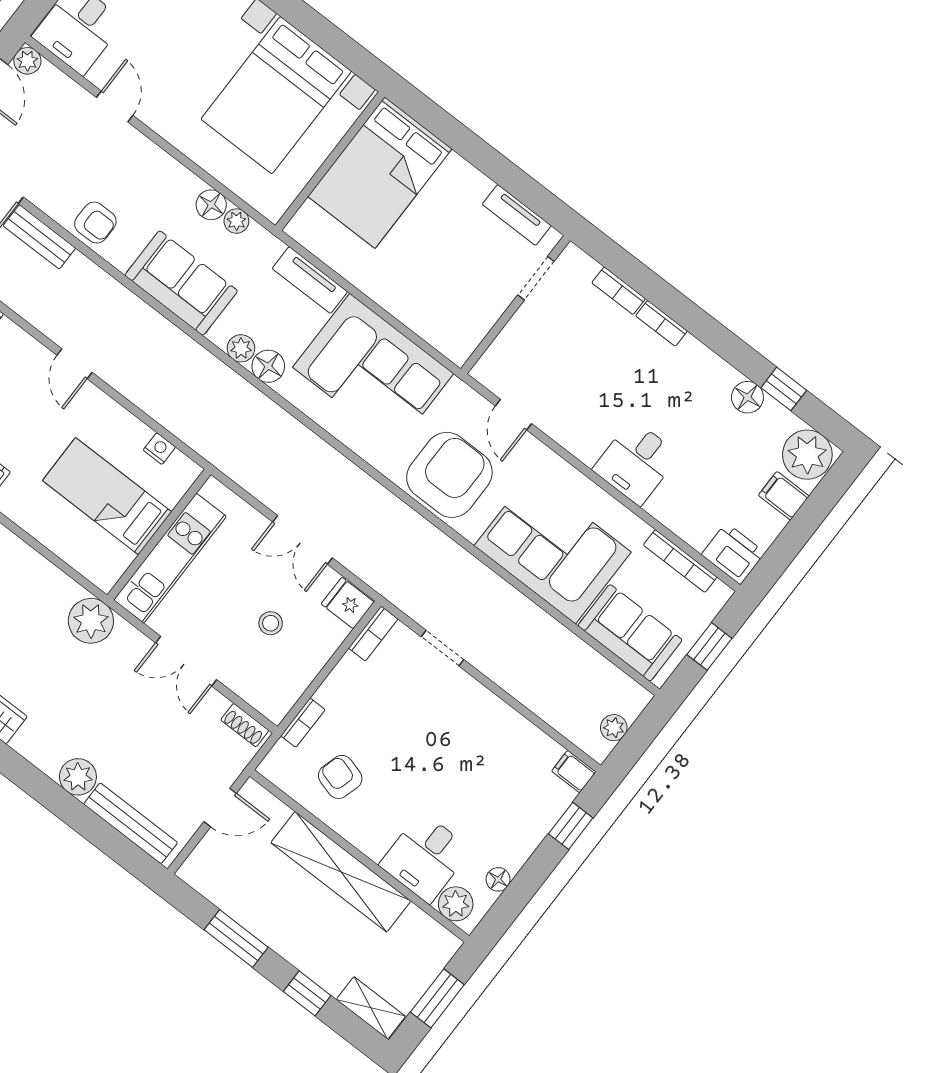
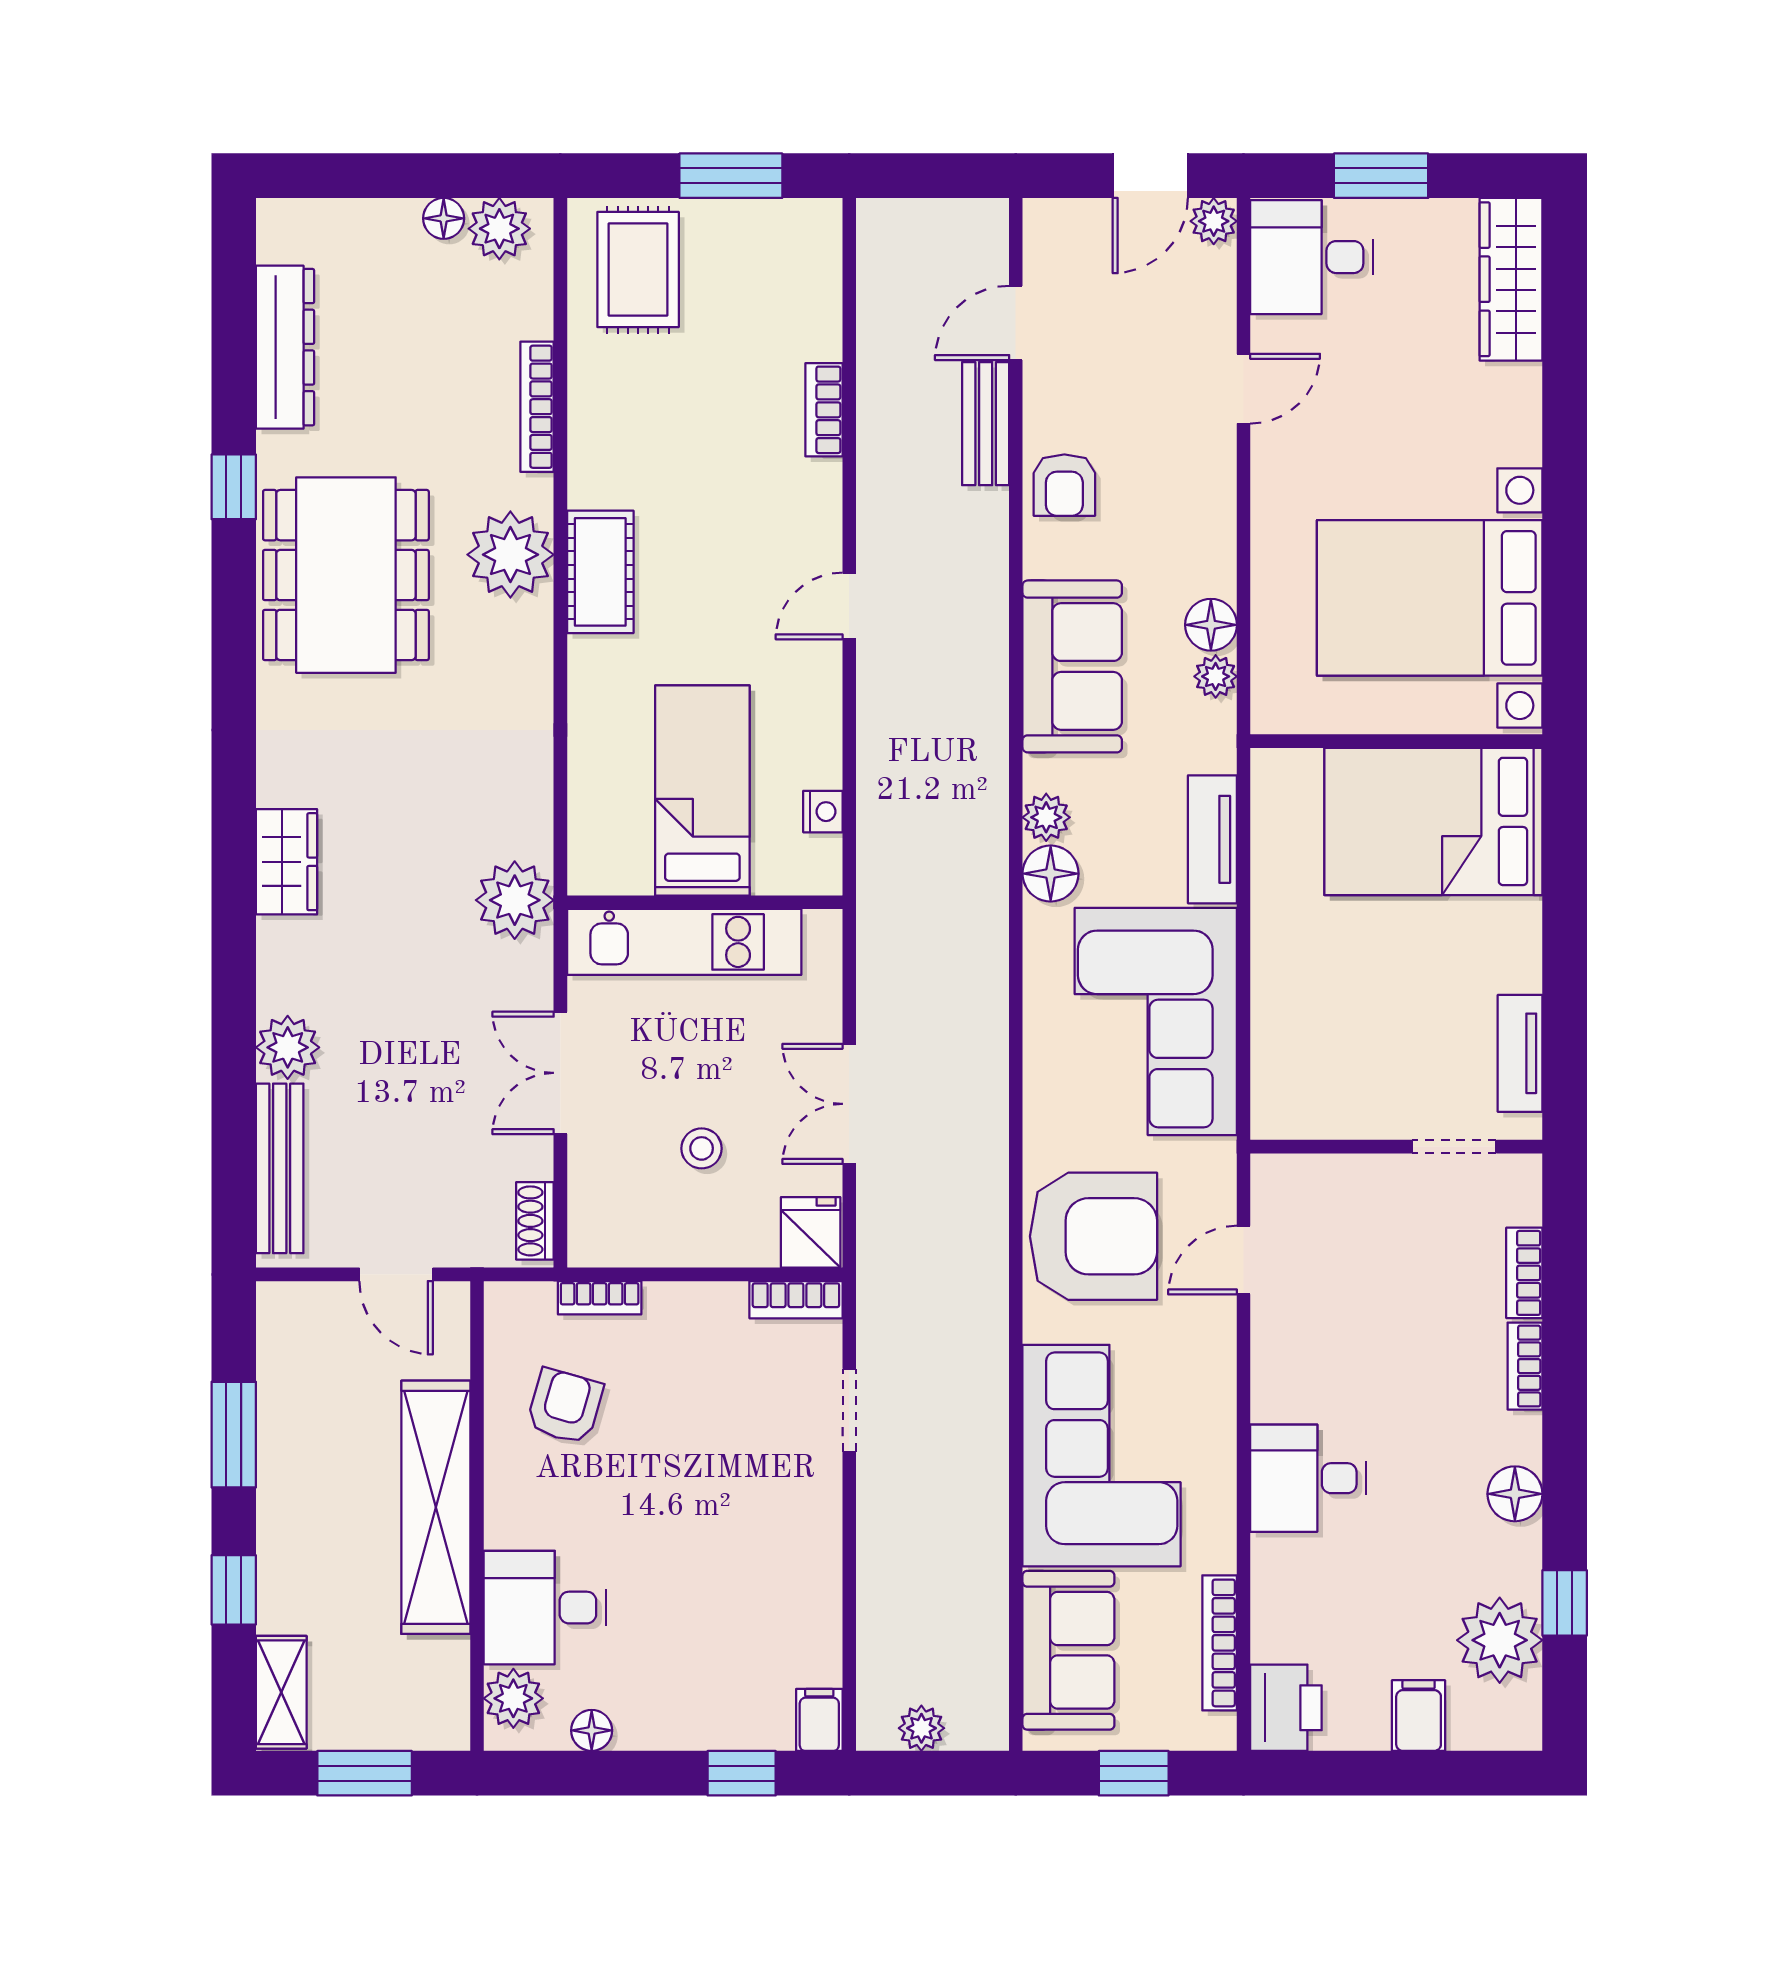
floor lamp: (747, 397) -> (1515, 1494), moved
plant: (807, 455) -> (1500, 1640), moved

